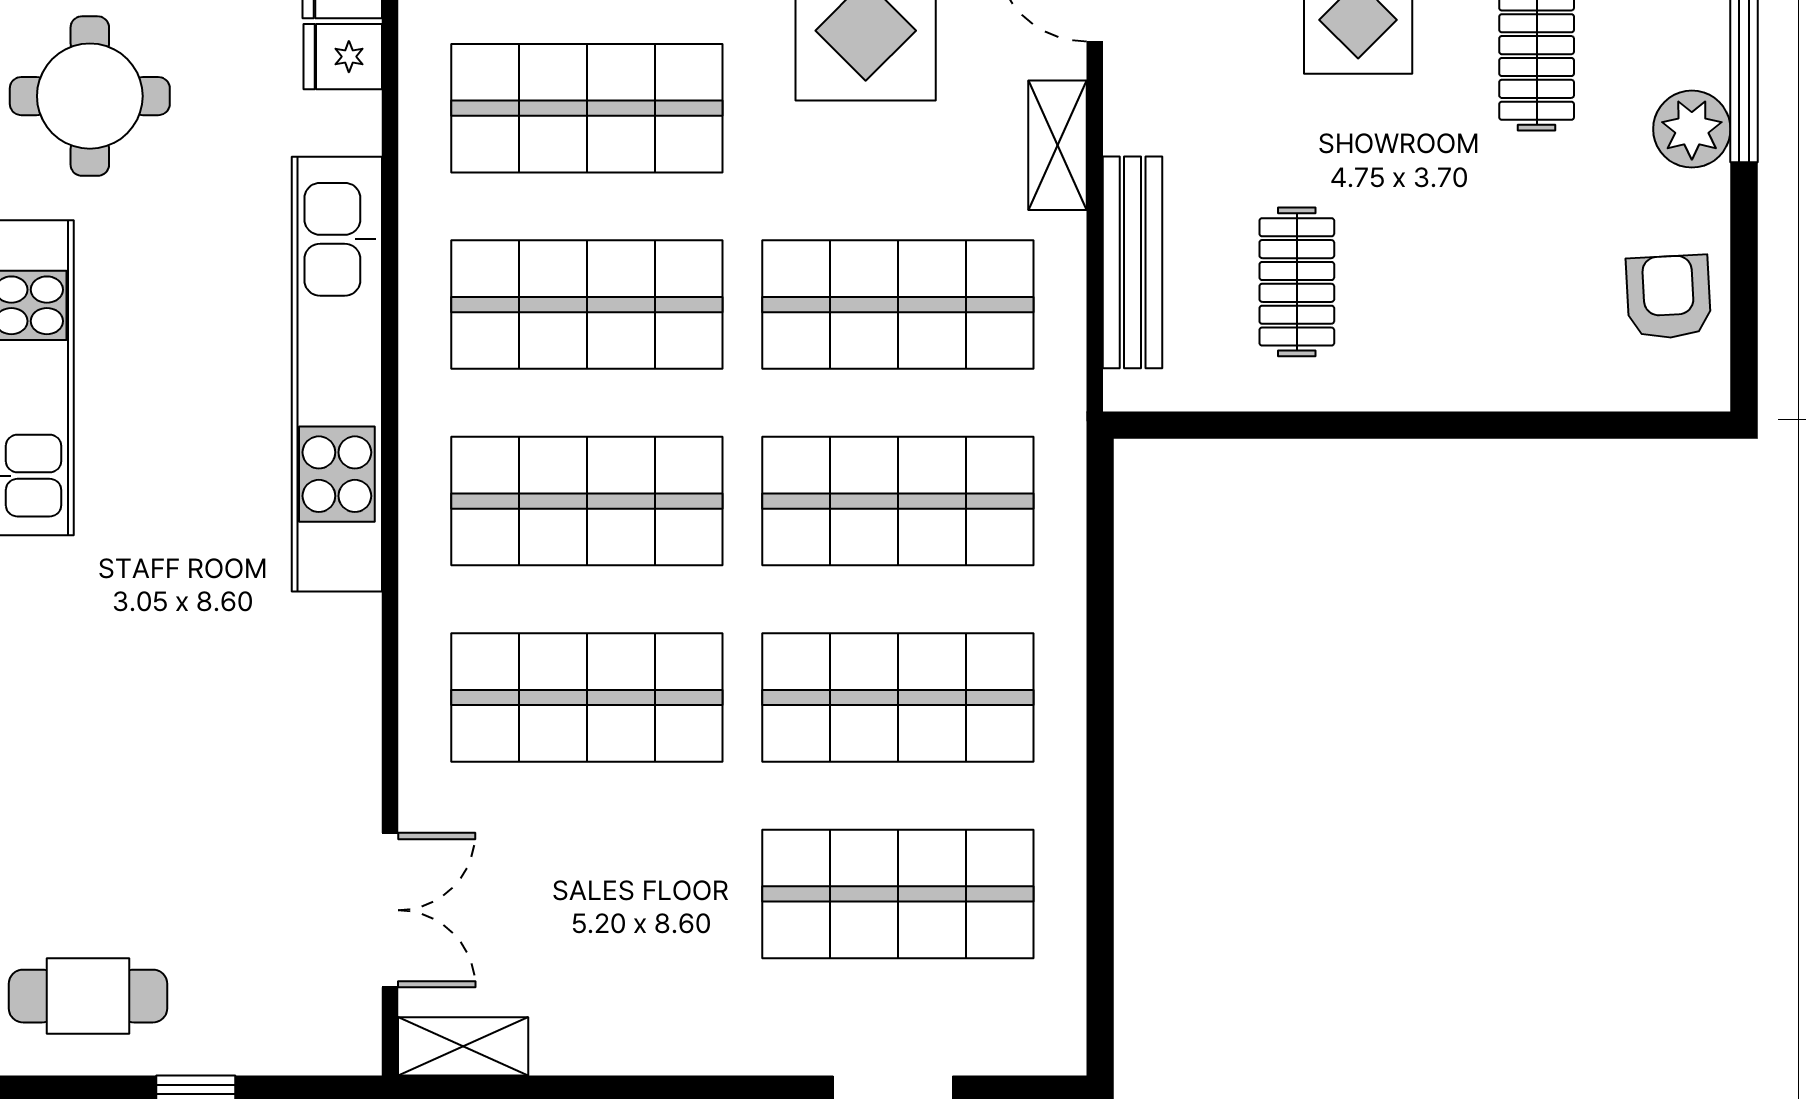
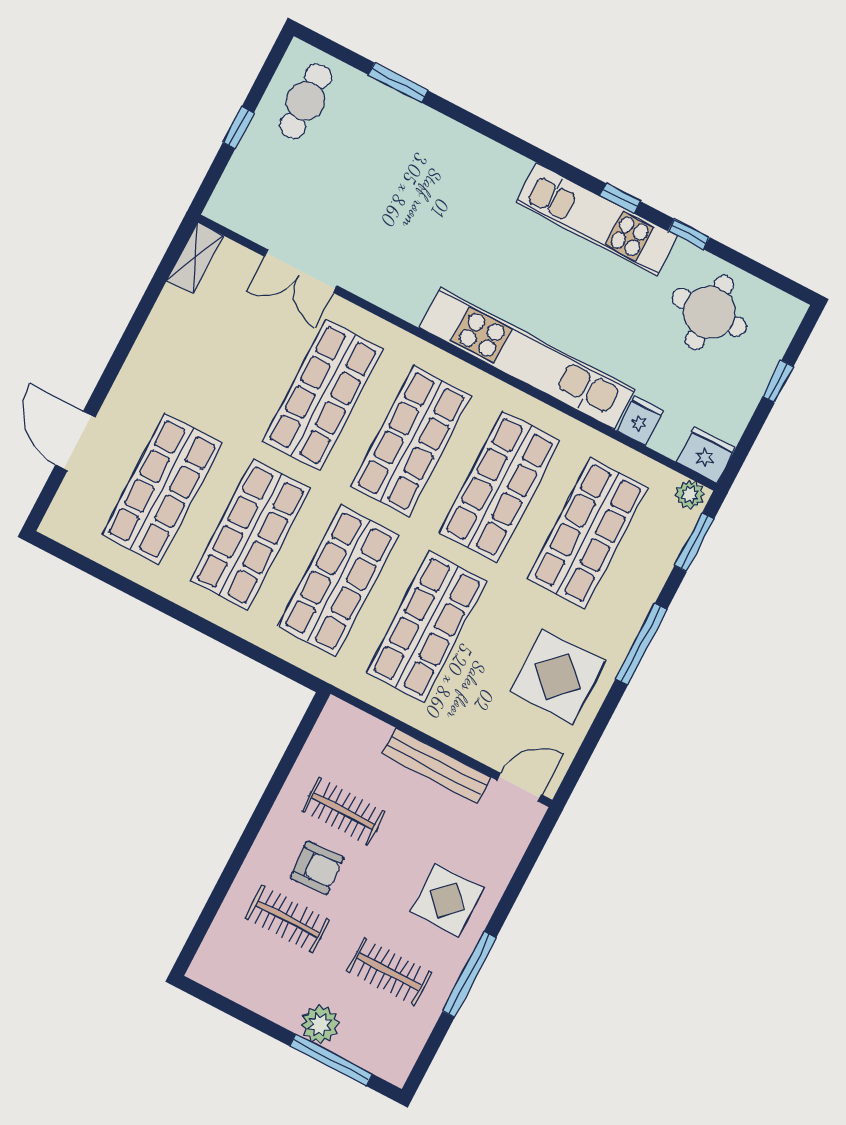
fridge: (343, 57) -> (640, 421), moved
shelving: (1057, 145) -> (461, 736), removed
bench: (1133, 262) -> (436, 766), moved
clothes rail: (1537, 282) -> (288, 919), added
armchair: (1668, 297) -> (317, 868), moved
double door: (390, 910) -> (301, 271), moved

